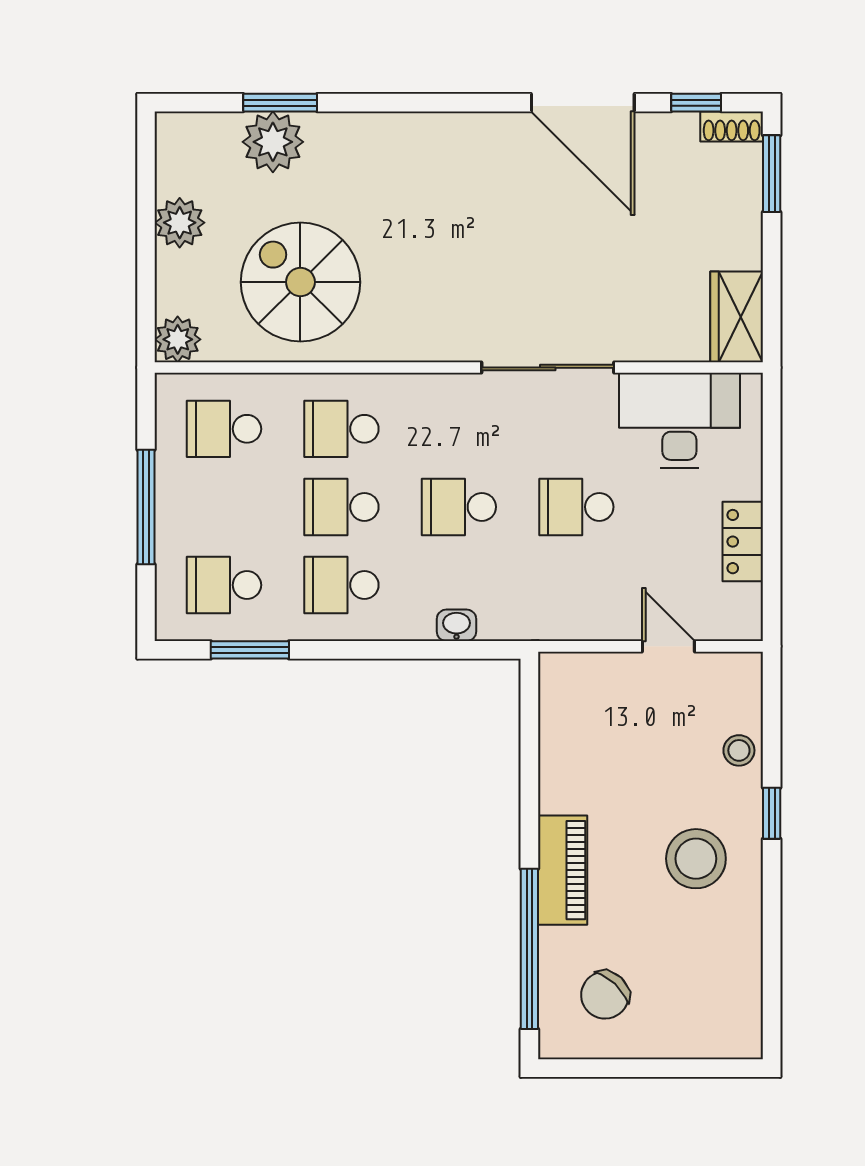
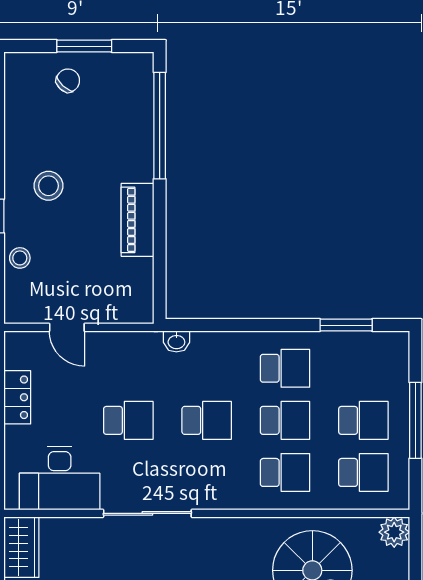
school desk: (224, 585) -> (363, 420), moved
washbasin: (456, 625) -> (176, 341), moved
stool: (696, 859) -> (48, 186), width x0.73, depth x0.73
piano: (563, 870) -> (137, 220), moved
chair: (605, 995) -> (68, 81), moved, width x0.73, depth x0.73
window: (642, 1068) -> (84, 46), added

